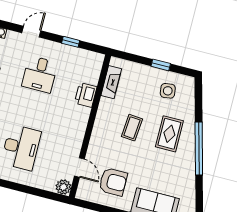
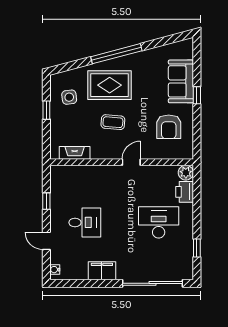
printer: (86, 95) -> (185, 192), moved, turned 90
rug: (169, 134) -> (110, 85), width x1.36, depth x1.43
door: (79, 168) -> (131, 162), moved
armchair: (113, 182) -> (169, 127), turned 180

